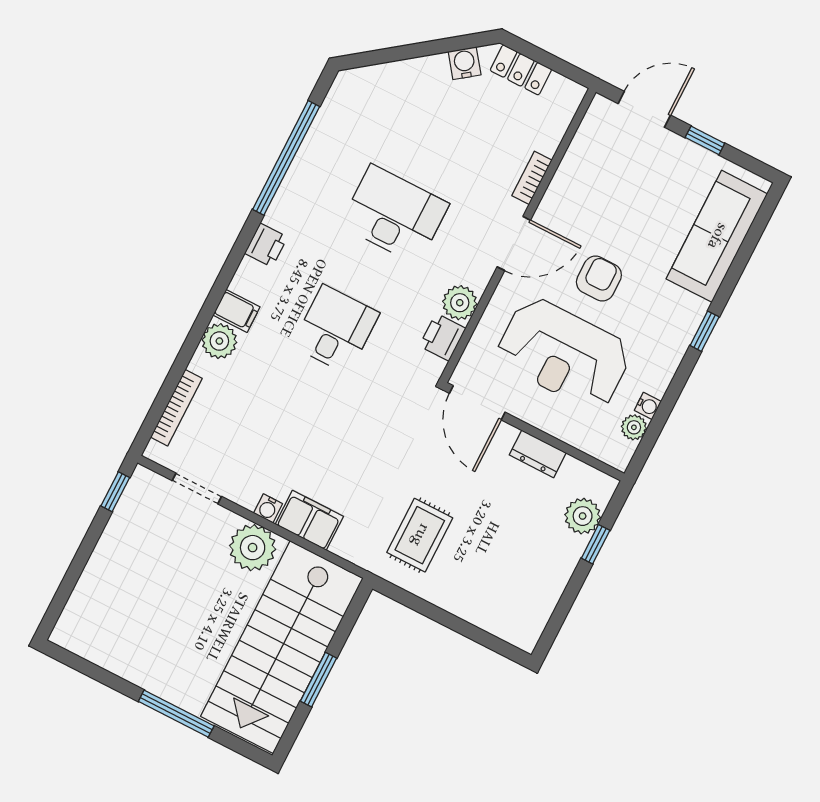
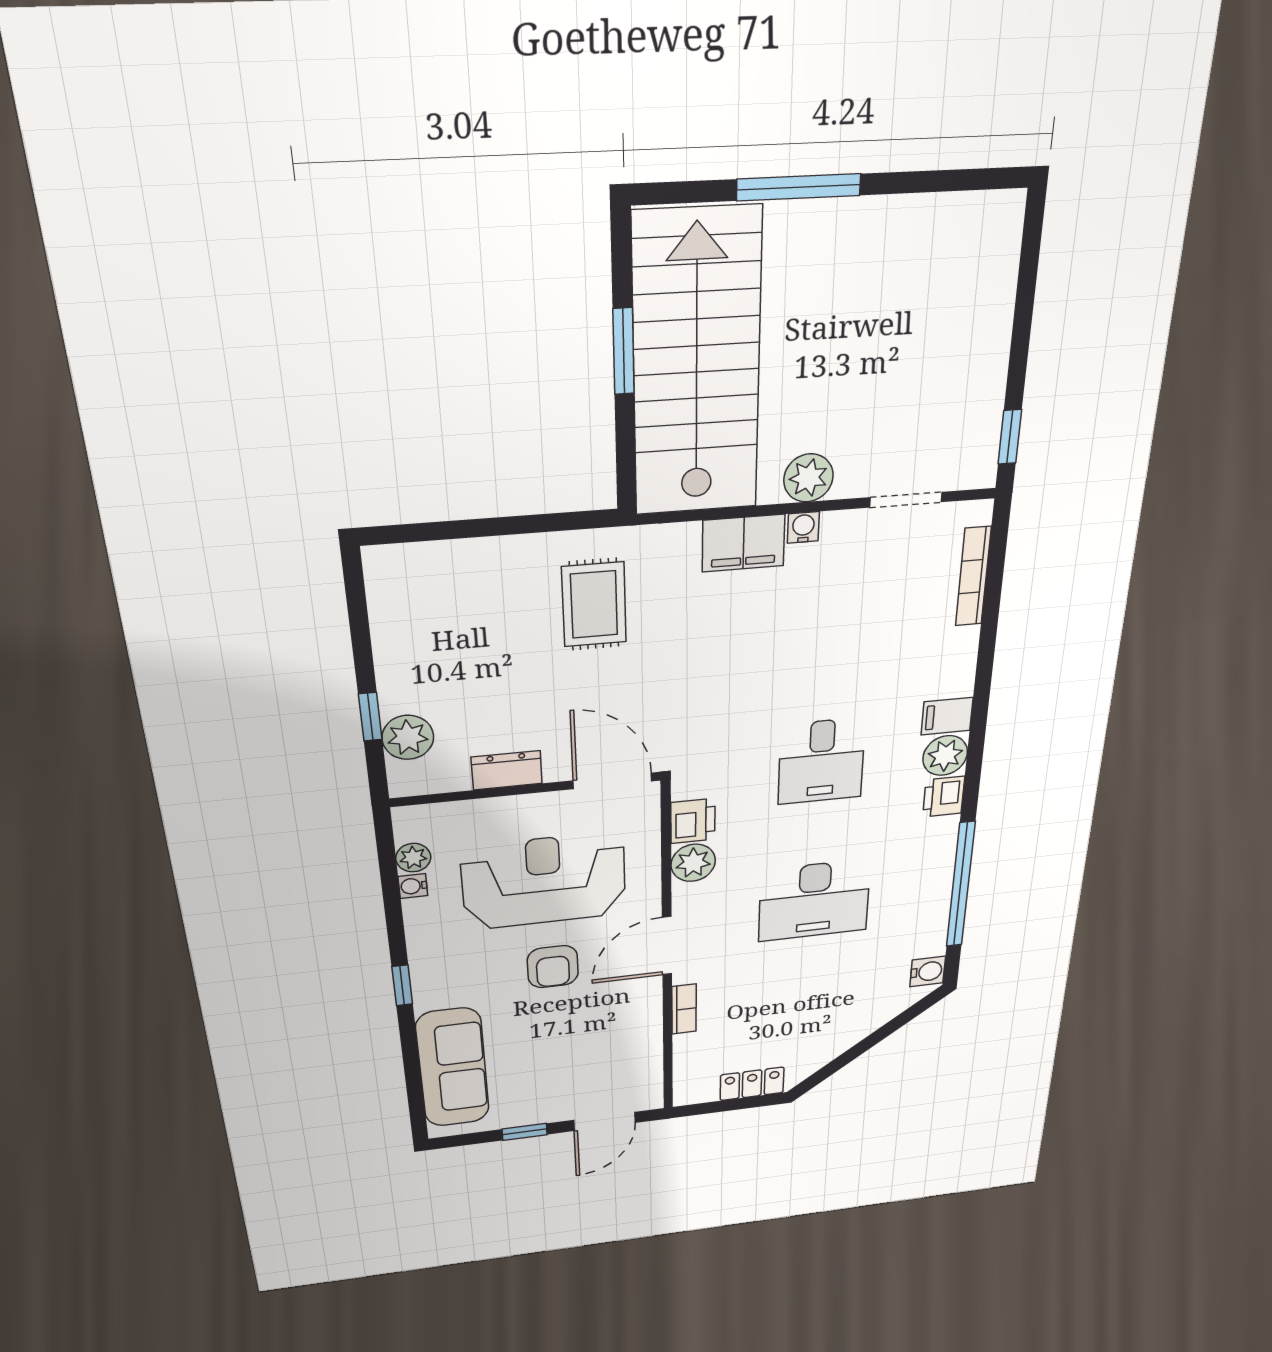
water cooler: (465, 63) -> (928, 971), moved, turned -53
plant: (219, 341) -> (945, 756), moved
plant: (253, 548) -> (808, 478), width x0.73, depth x0.73

